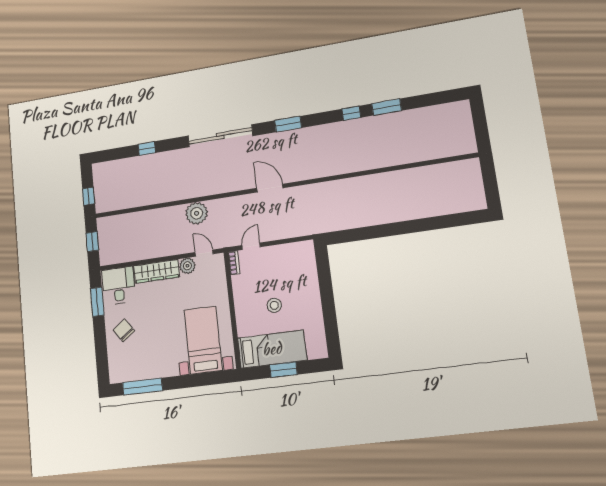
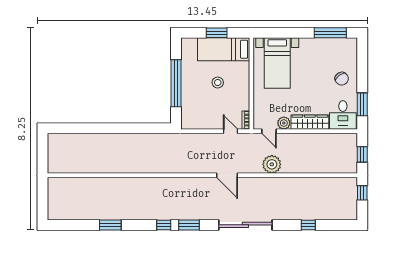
window: (351, 113) -> (164, 225), moved
door: (270, 188) -> (227, 175), moved
door: (251, 246) -> (231, 131), swing flipped
window: (327, 297) -> (176, 83), added

